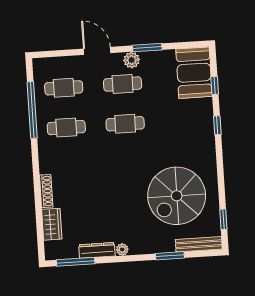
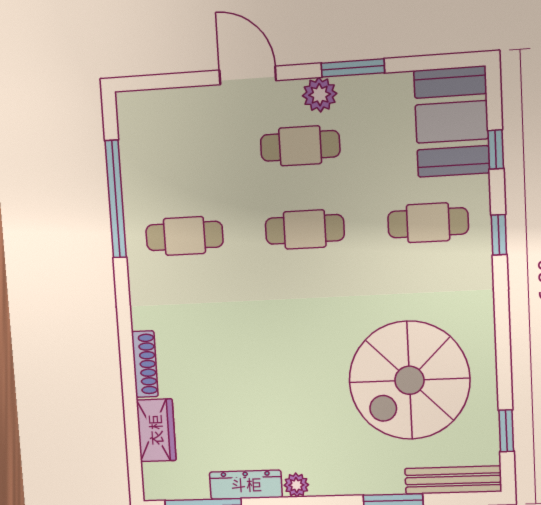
cafe table: (64, 88) -> (428, 223), moved

